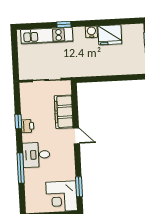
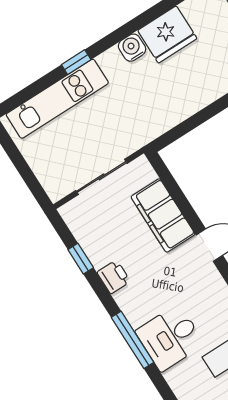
window: (18, 121) -> (81, 259), moved
desk: (36, 155) -> (170, 338), moved
window: (21, 168) -> (132, 340), moved

